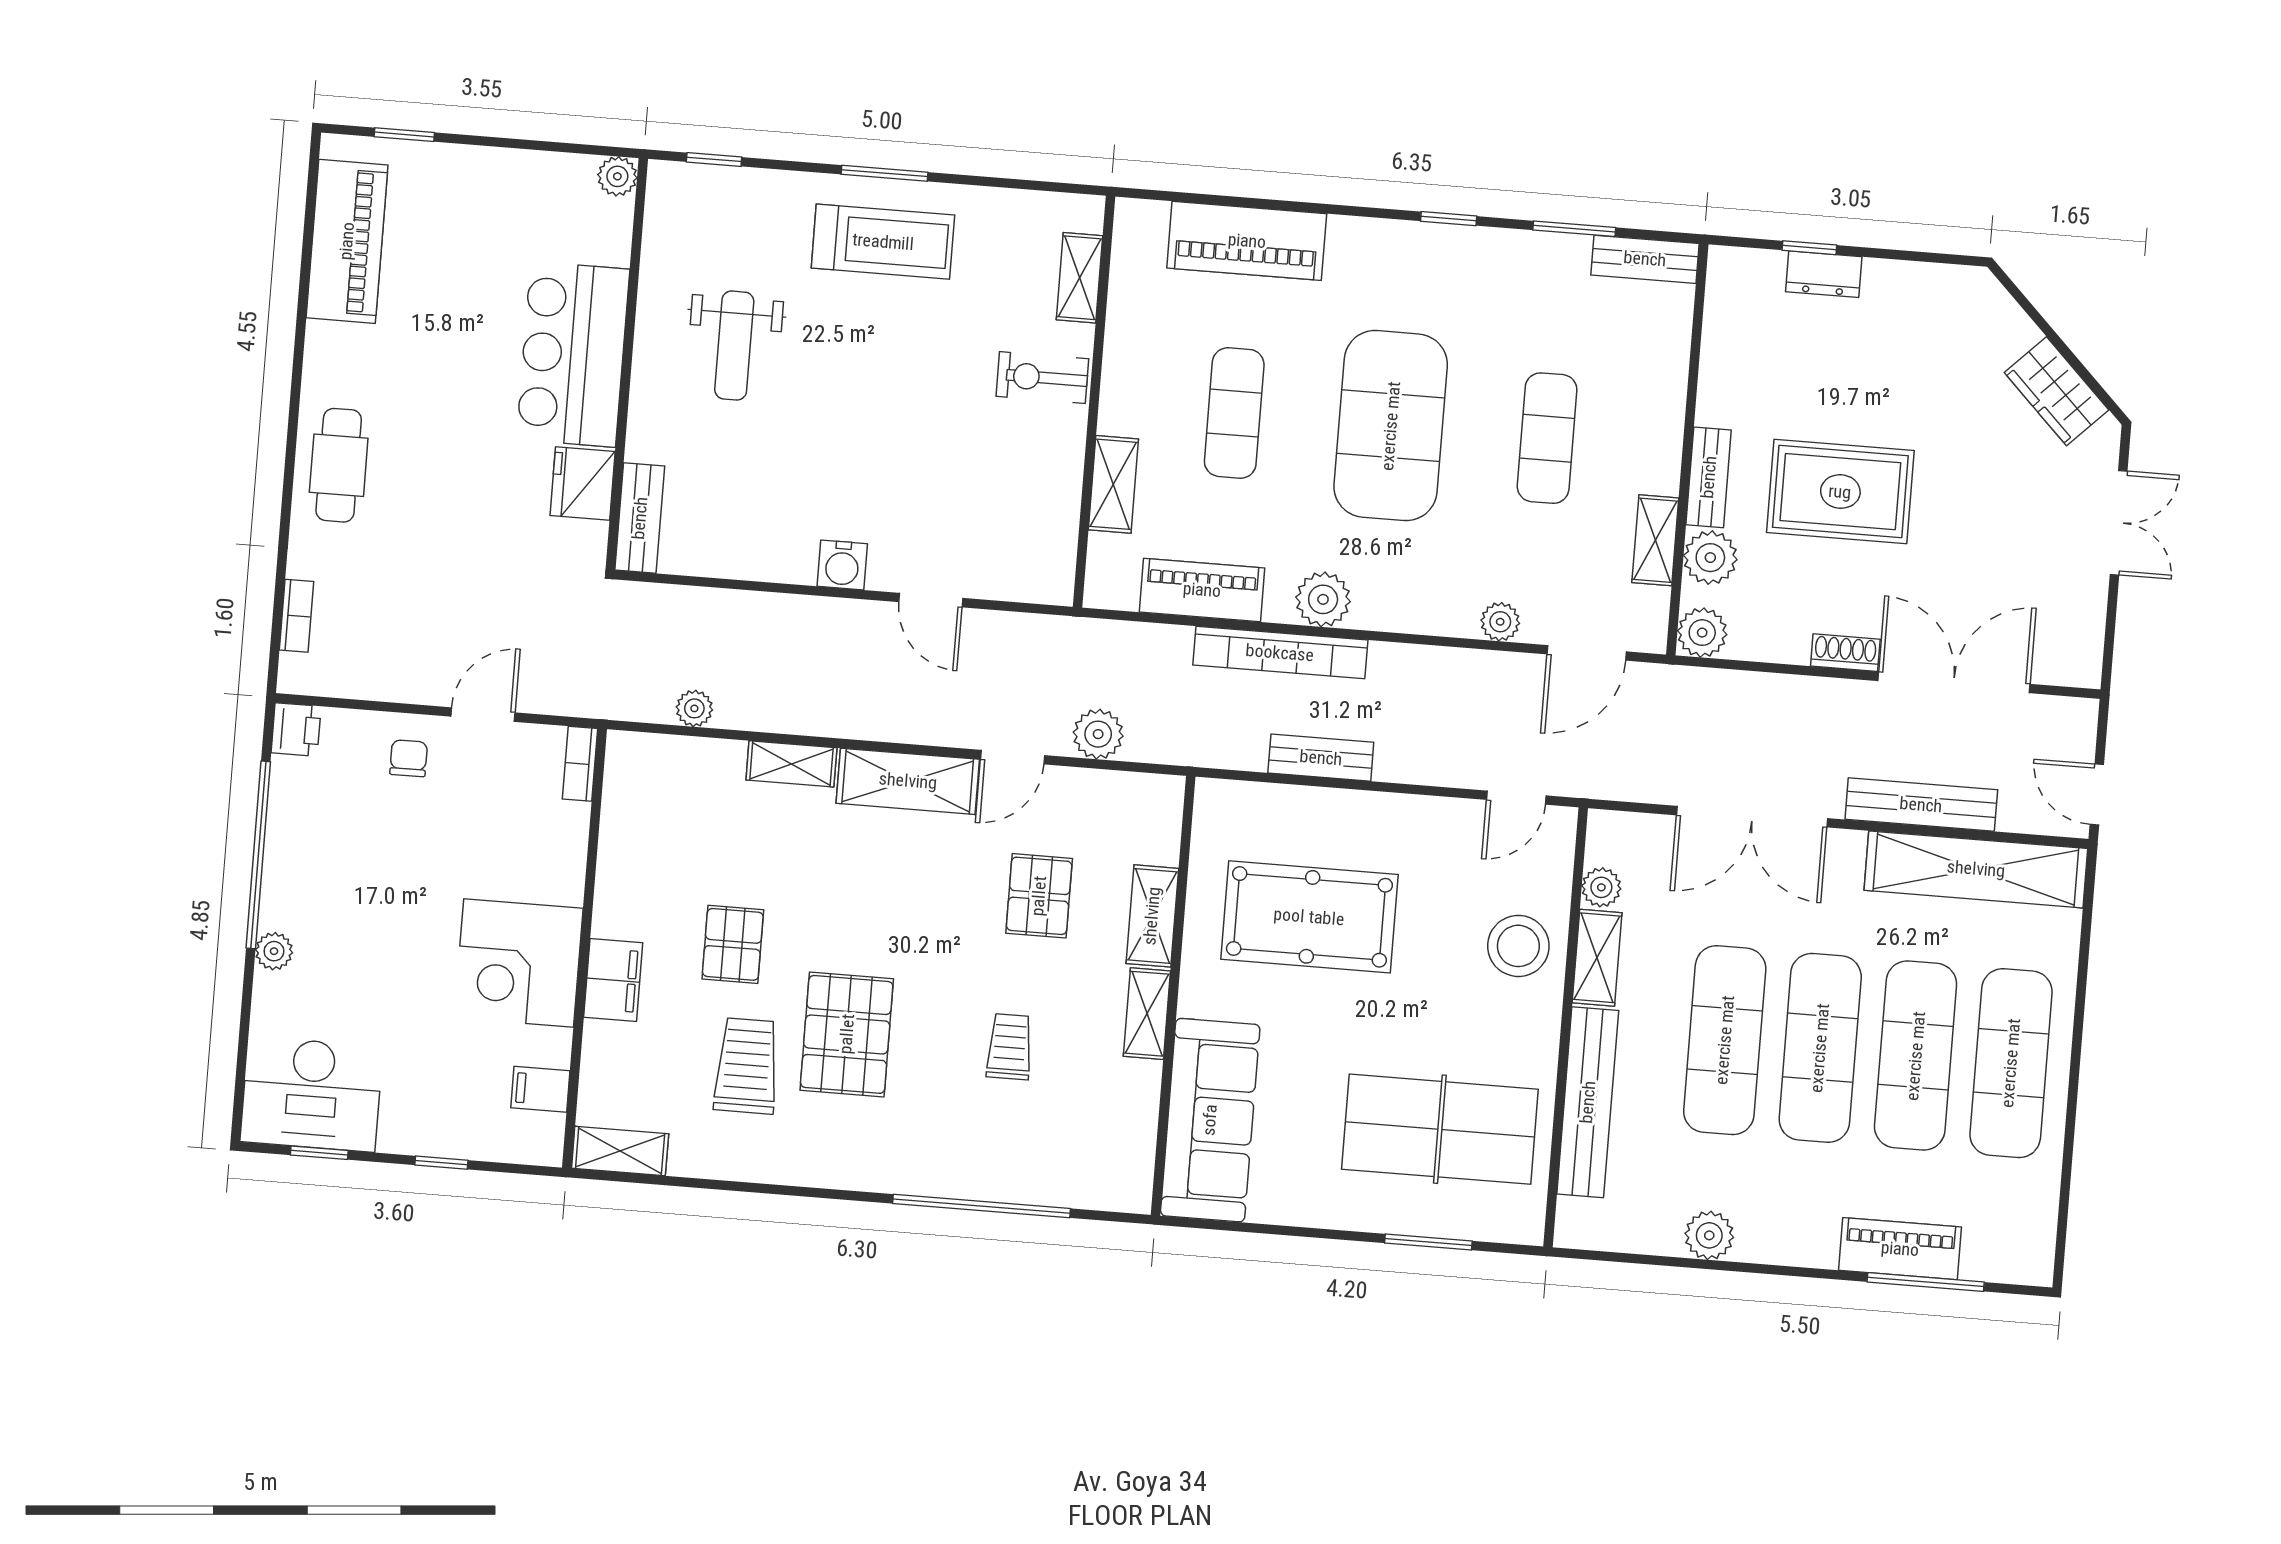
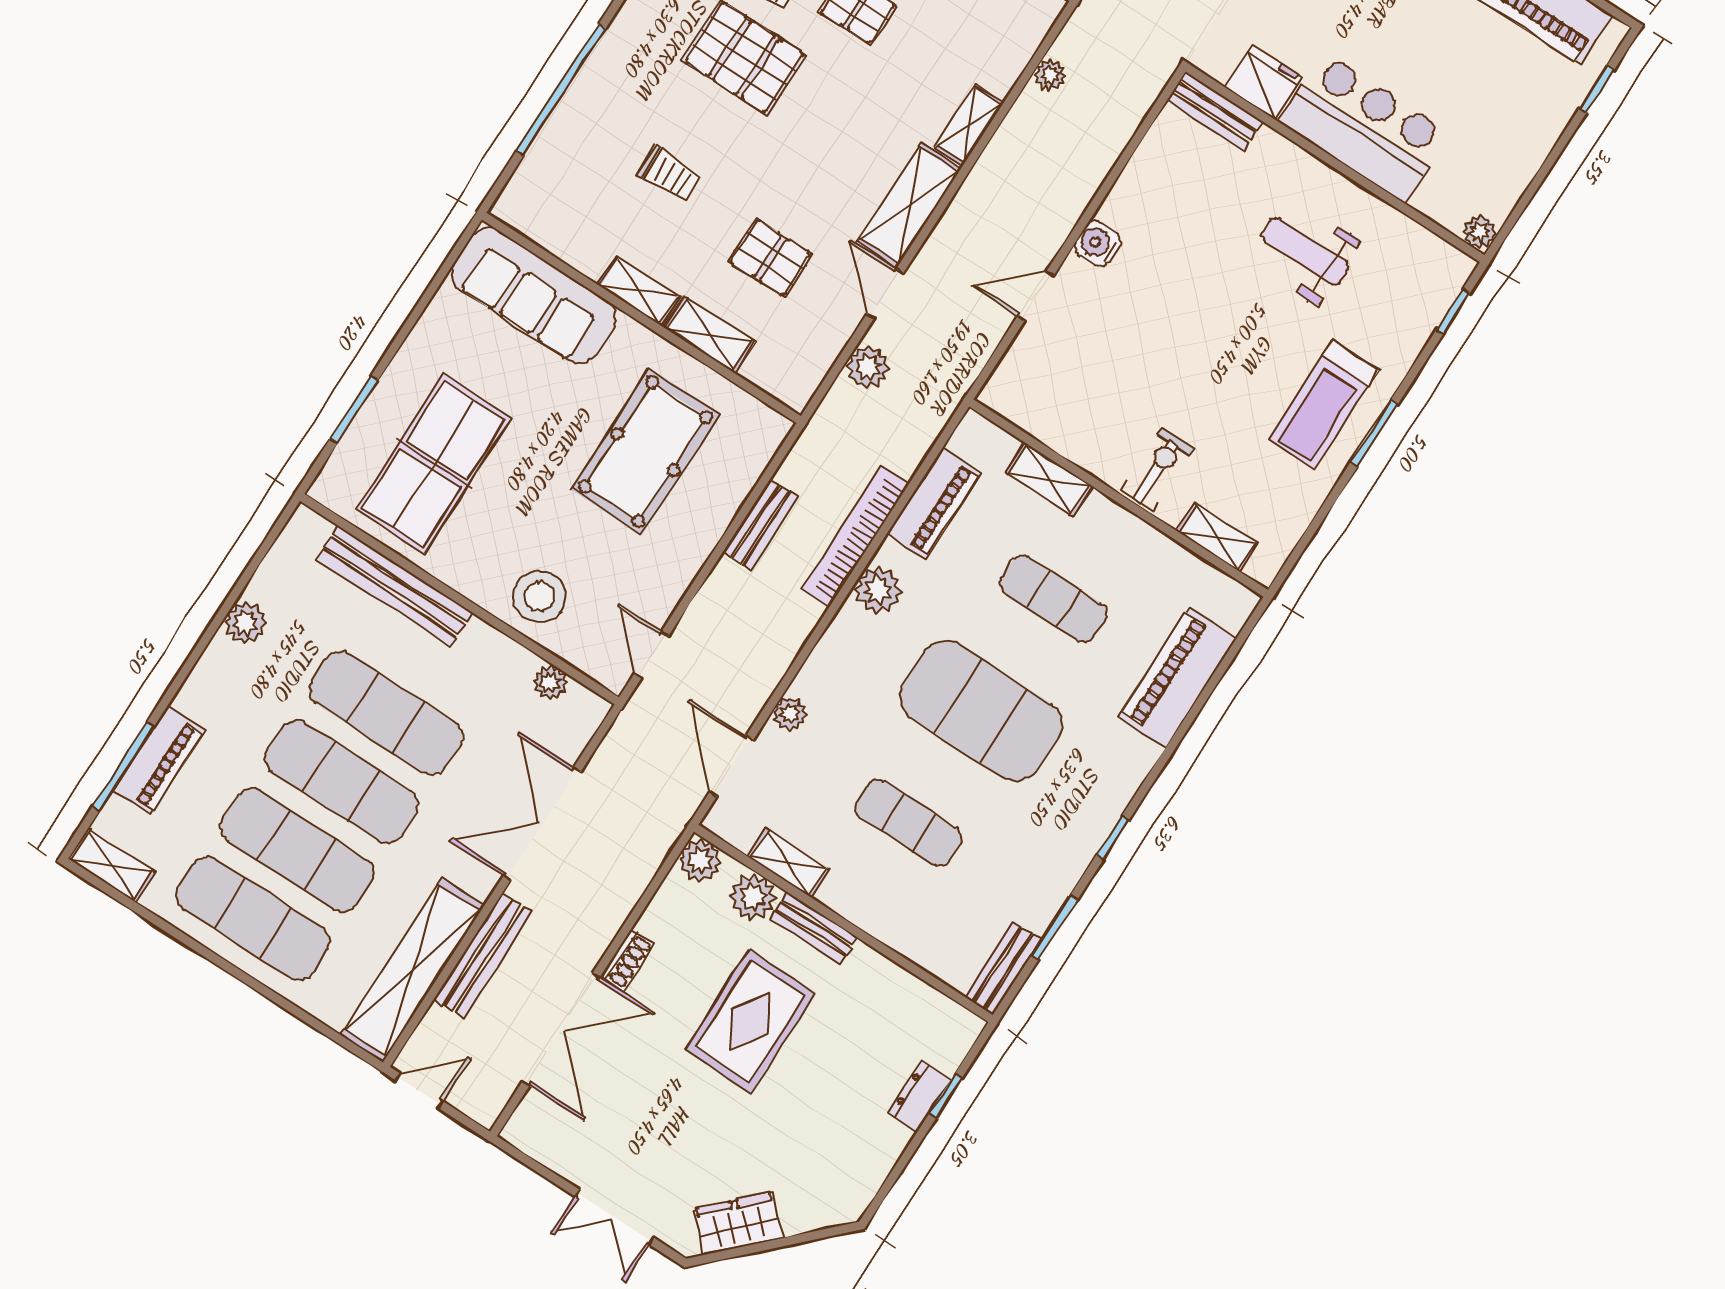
shelving: (1597, 958) -> (112, 866), moved

